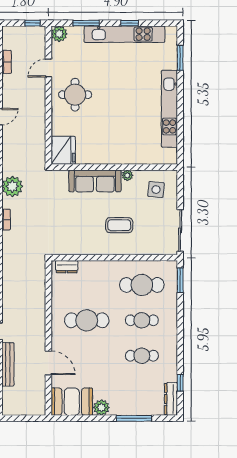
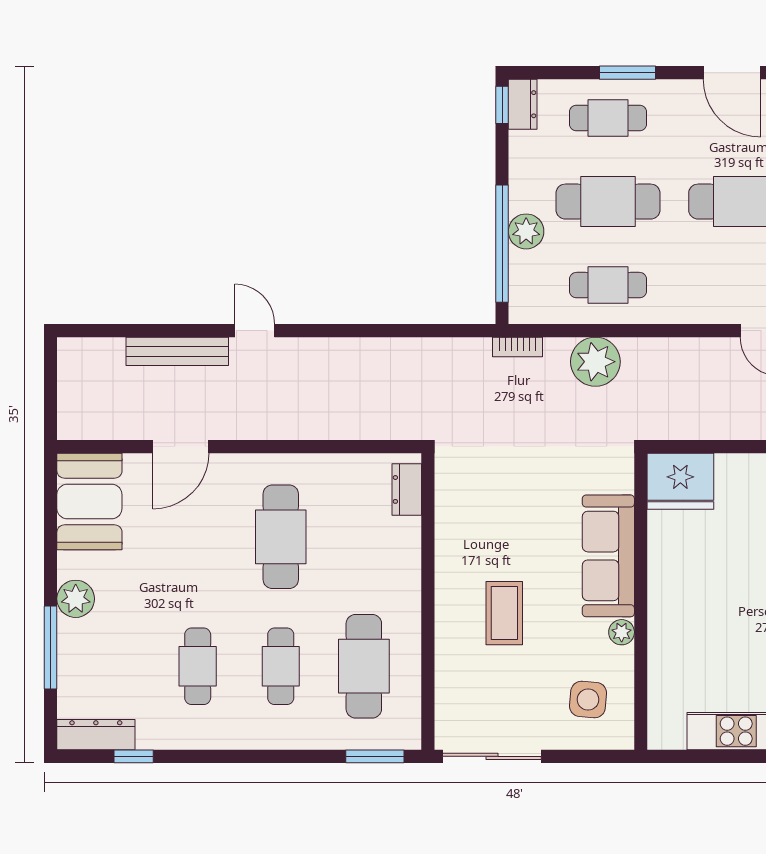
plant: (101, 408) -> (76, 599), moved

